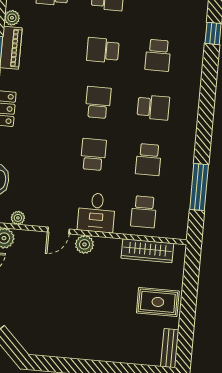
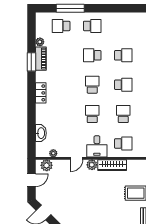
school desk: (158, 55) -> (123, 55), turned -90
school desk: (148, 160) -> (123, 114), turned 180
school desk: (144, 212) -> (123, 143), turned -90
wardrobe: (147, 251) -> (112, 165), moved

